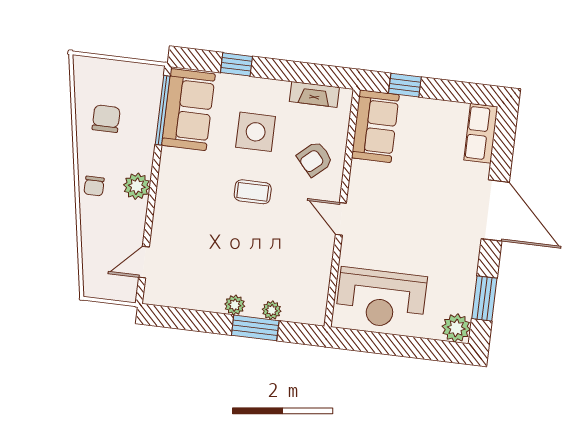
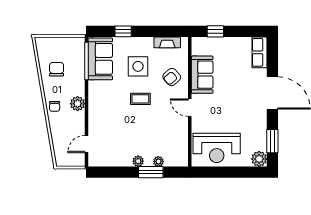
sofa: (375, 126) -> (202, 75), moved

